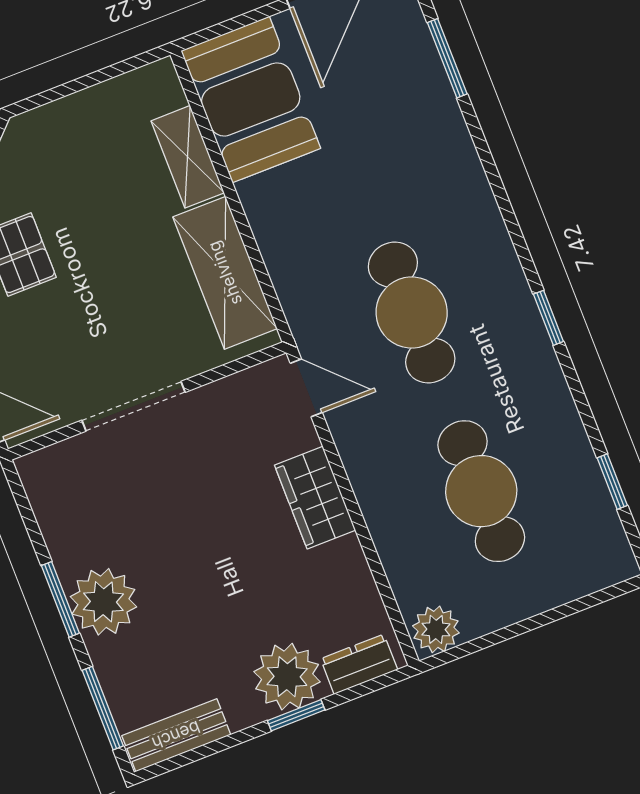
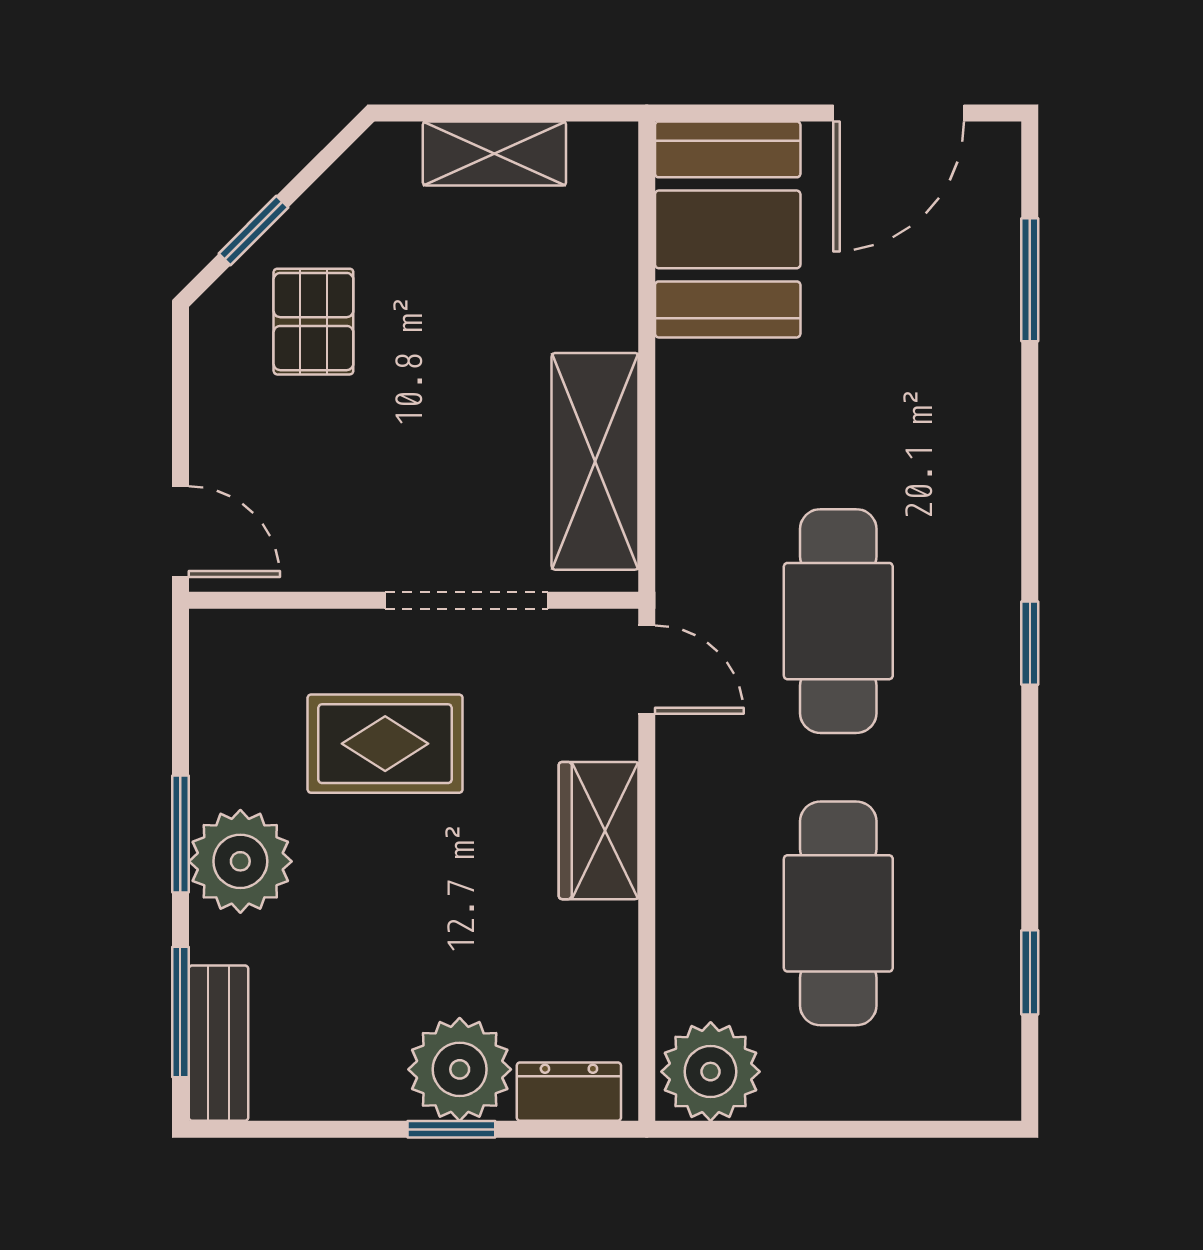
shelving: (188, 157) -> (494, 153), moved, turned 90
window: (548, 318) -> (1030, 643), moved
doorway: (134, 406) -> (466, 600), moved
rug: (164, 495) -> (385, 744), added
plant: (436, 629) -> (711, 1072), width x1.36, depth x1.36
bench: (176, 735) -> (218, 1043), moved, turned 90

